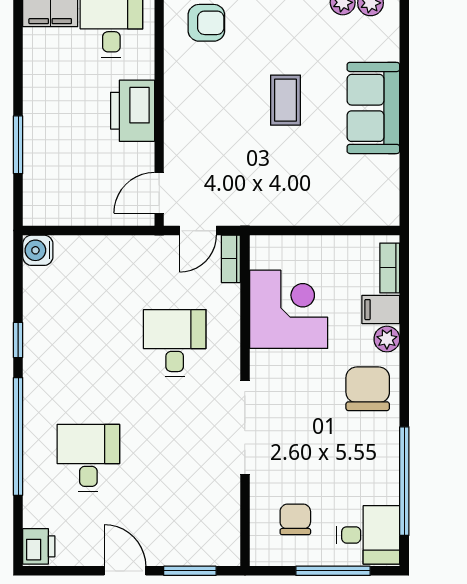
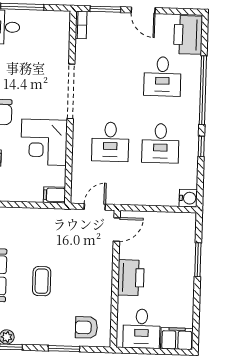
filing cabinet: (268, 249) -> (54, 195), added
bookcase: (231, 259) -> (81, 25), moved
corner desk: (289, 309) -> (44, 142), moved
desk: (88, 343) -> (160, 143), added
chair: (295, 519) -> (43, 37), removed
printer: (39, 546) -> (188, 35), width x1.87, depth x1.48

